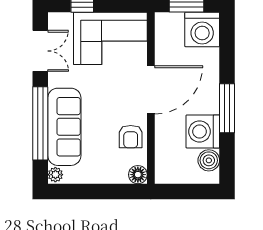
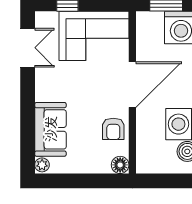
window: (40, 123) -> (28, 116), removed
sofa: (64, 127) -> (50, 129), width x0.73

